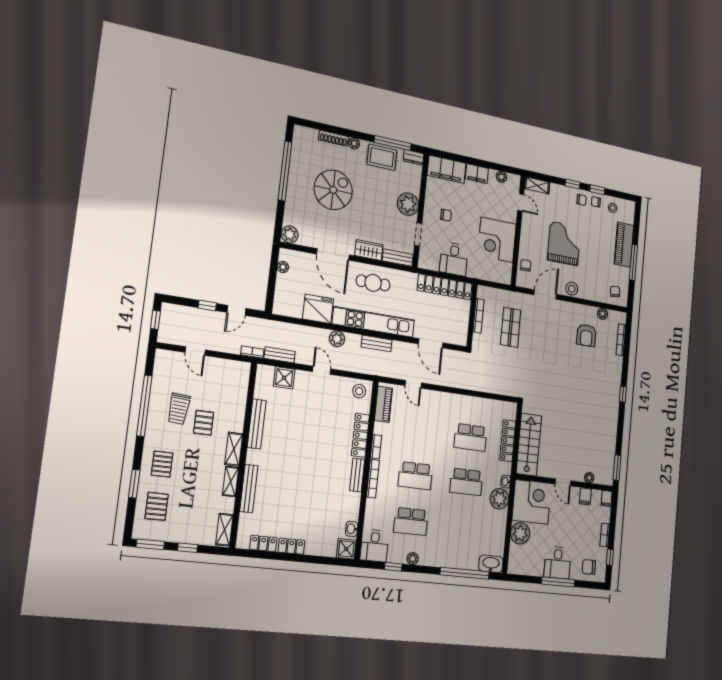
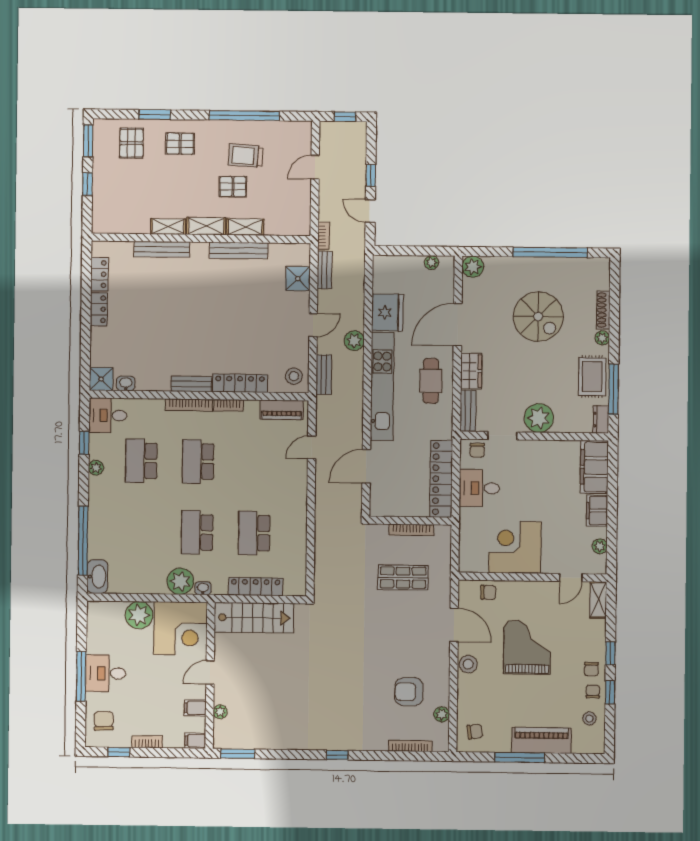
chair: (446, 215) -> (477, 450), moved
grand piano: (564, 244) -> (527, 647), turned -90
bench: (377, 343) -> (324, 375), moved
pallet: (157, 506) -> (131, 143), turned 90
shelving: (224, 530) -> (245, 227), moved

